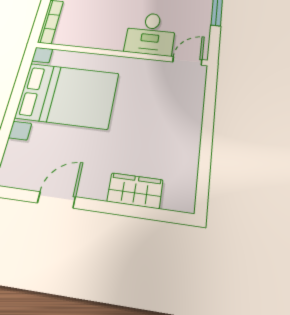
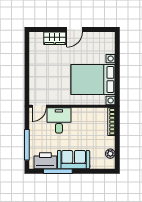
door: (56, 200) -> (75, 29), moved

